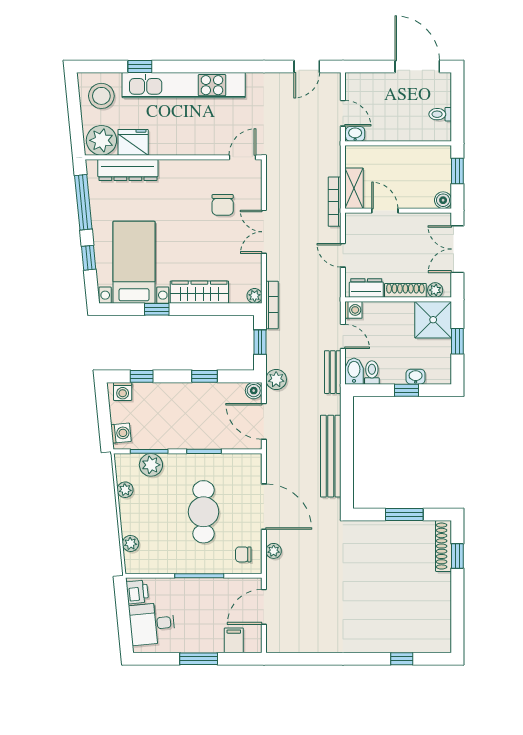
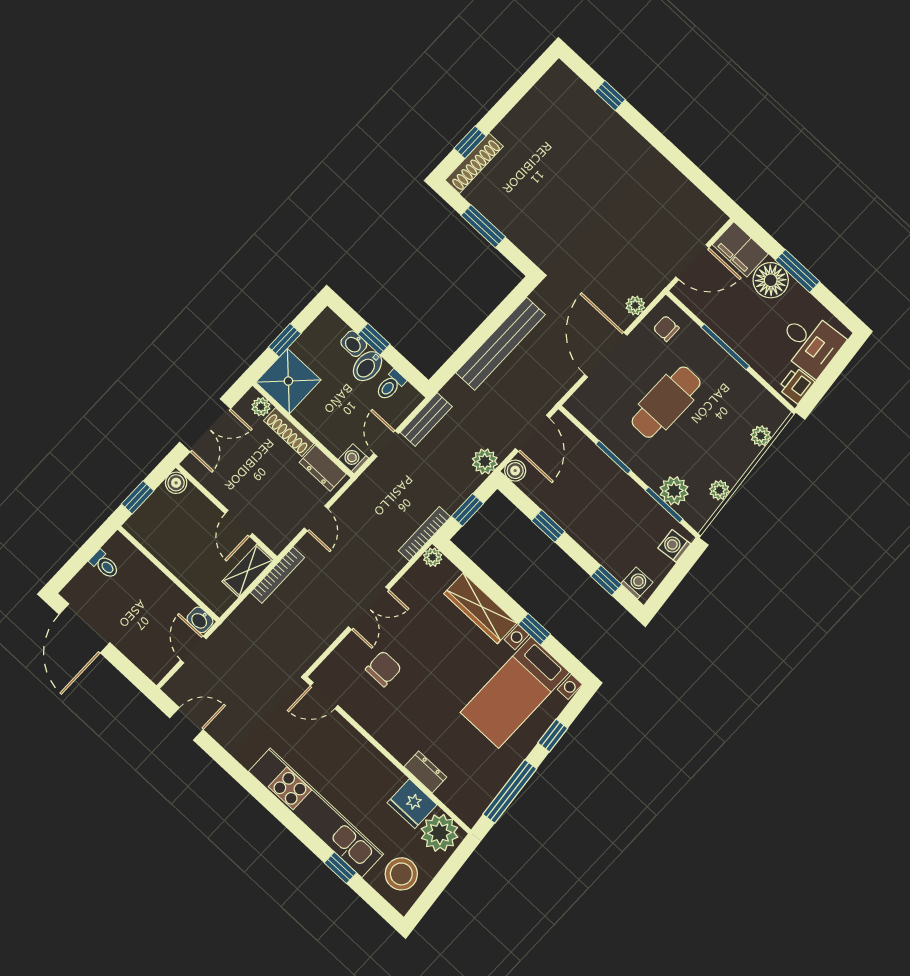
dresser: (128, 170) -> (425, 772), width x0.51, depth x0.80
bidet: (354, 371) -> (368, 366), moved
chair: (243, 554) -> (666, 328), turned 180
floor lamp: (209, 639) -> (771, 280), added
filing cabinet: (234, 640) -> (740, 249), width x2.00

